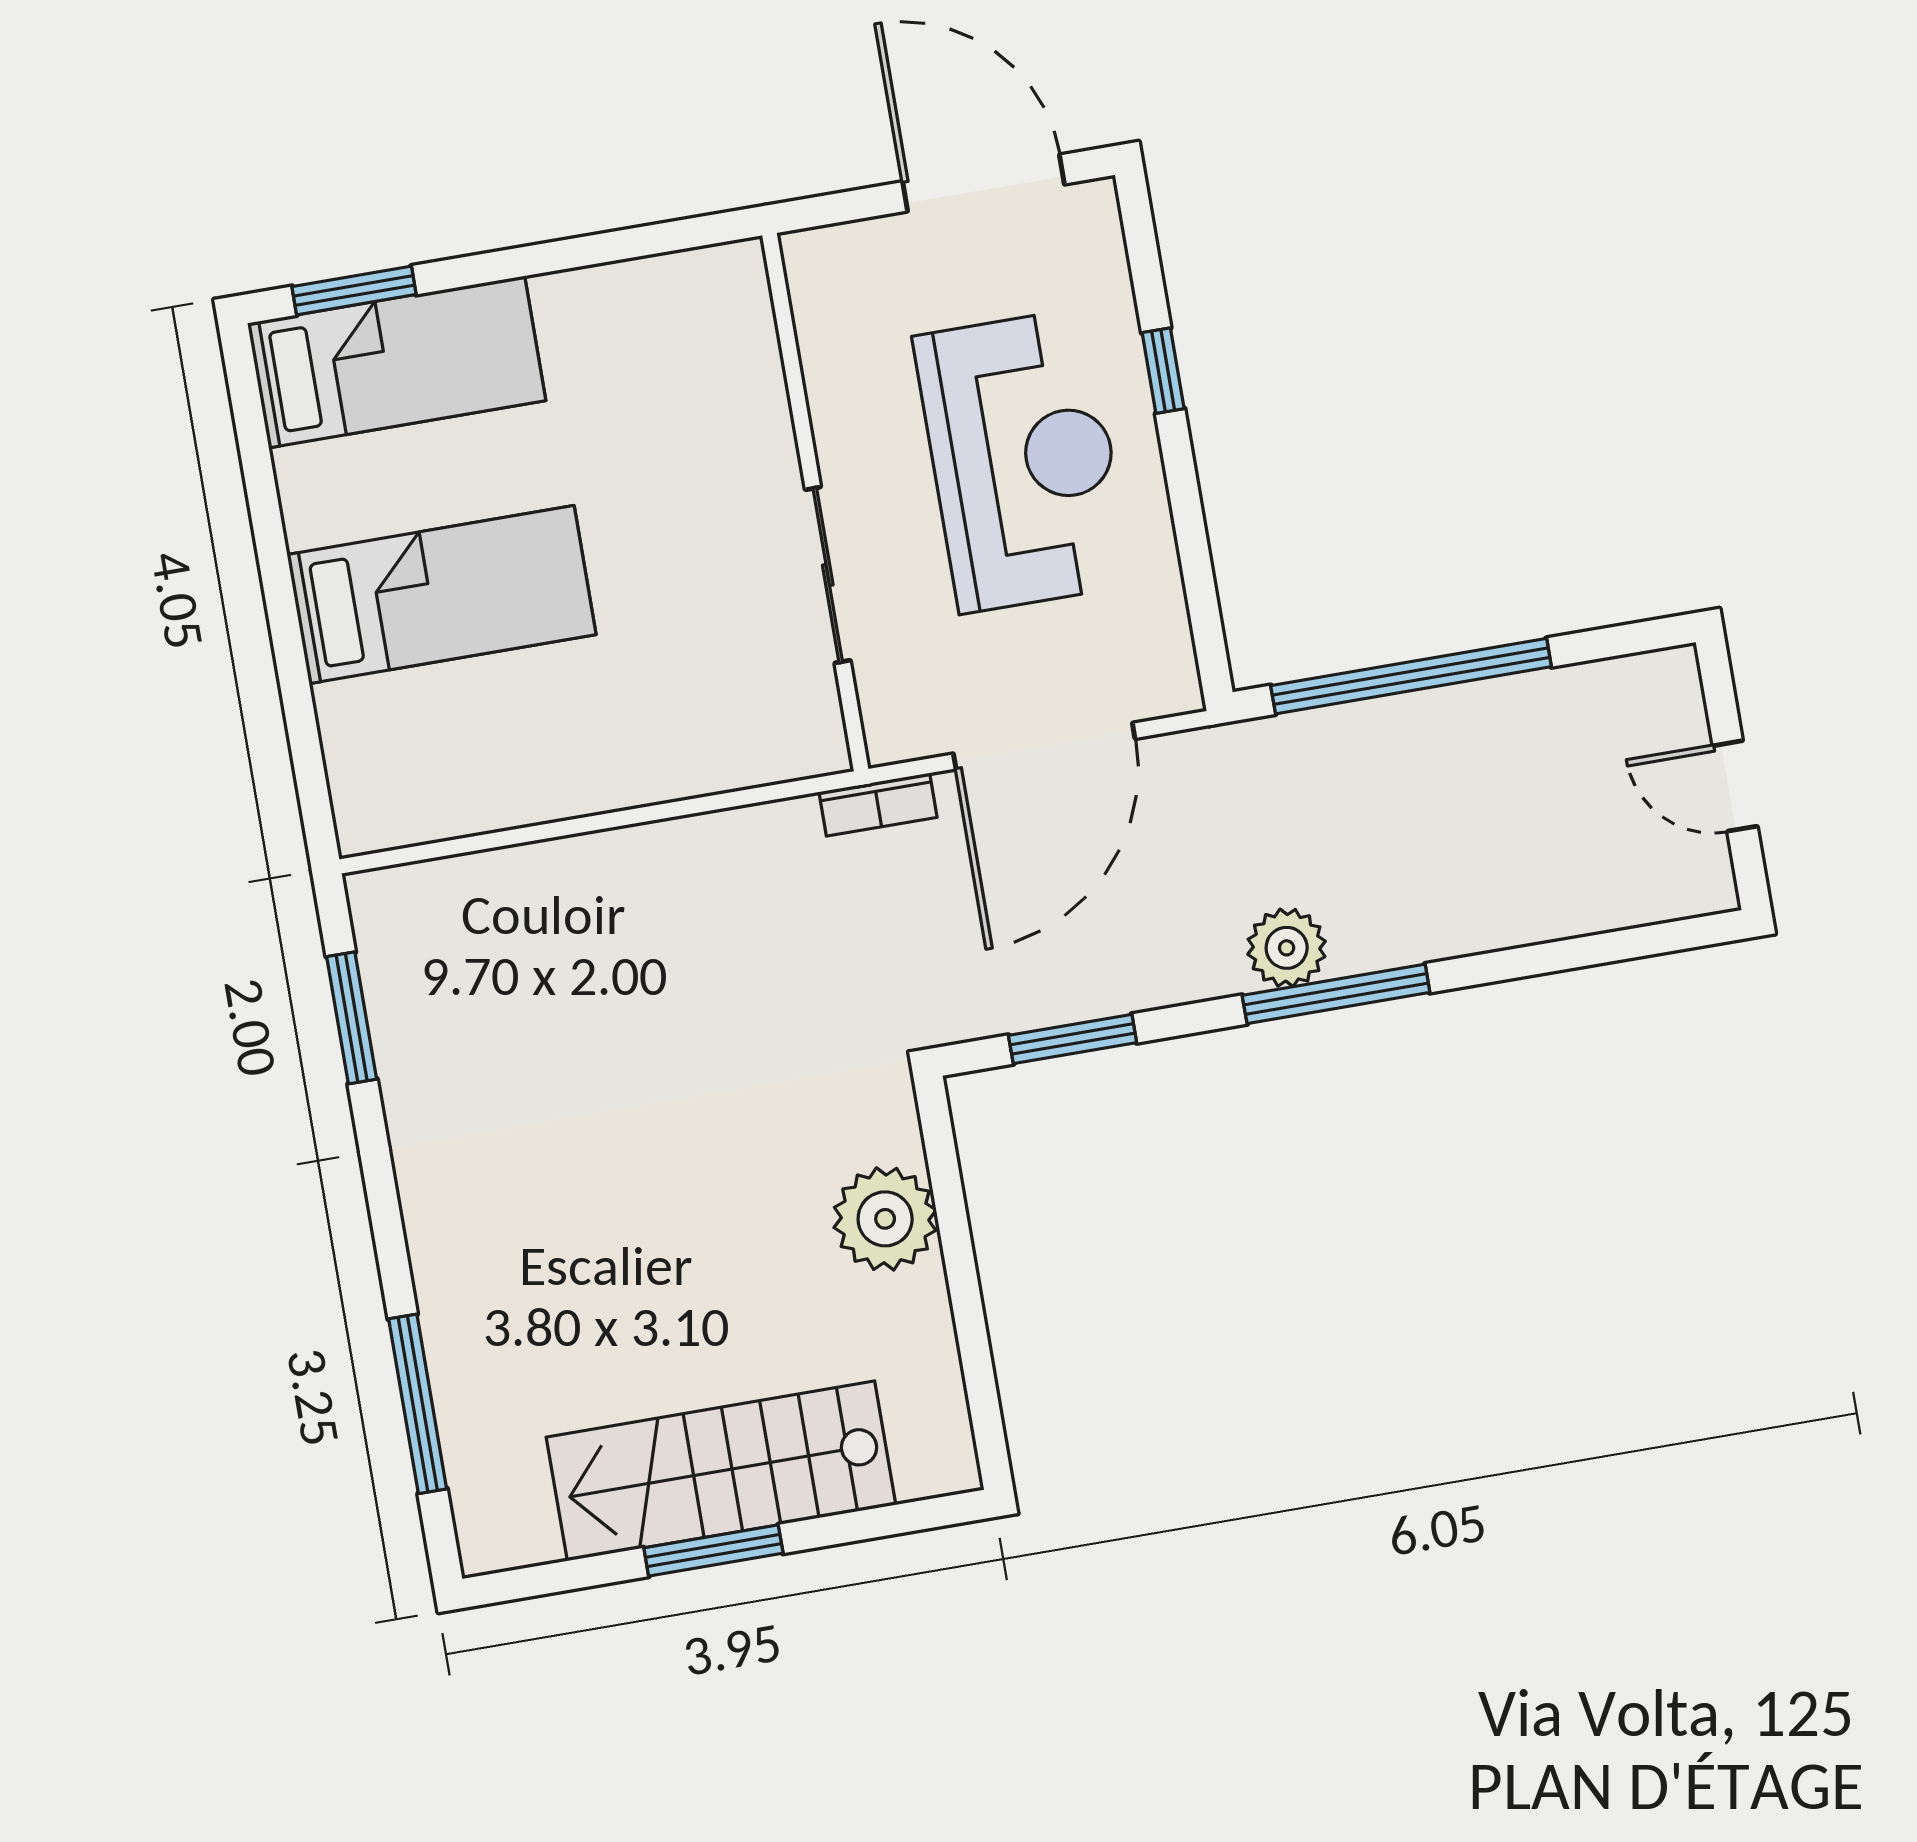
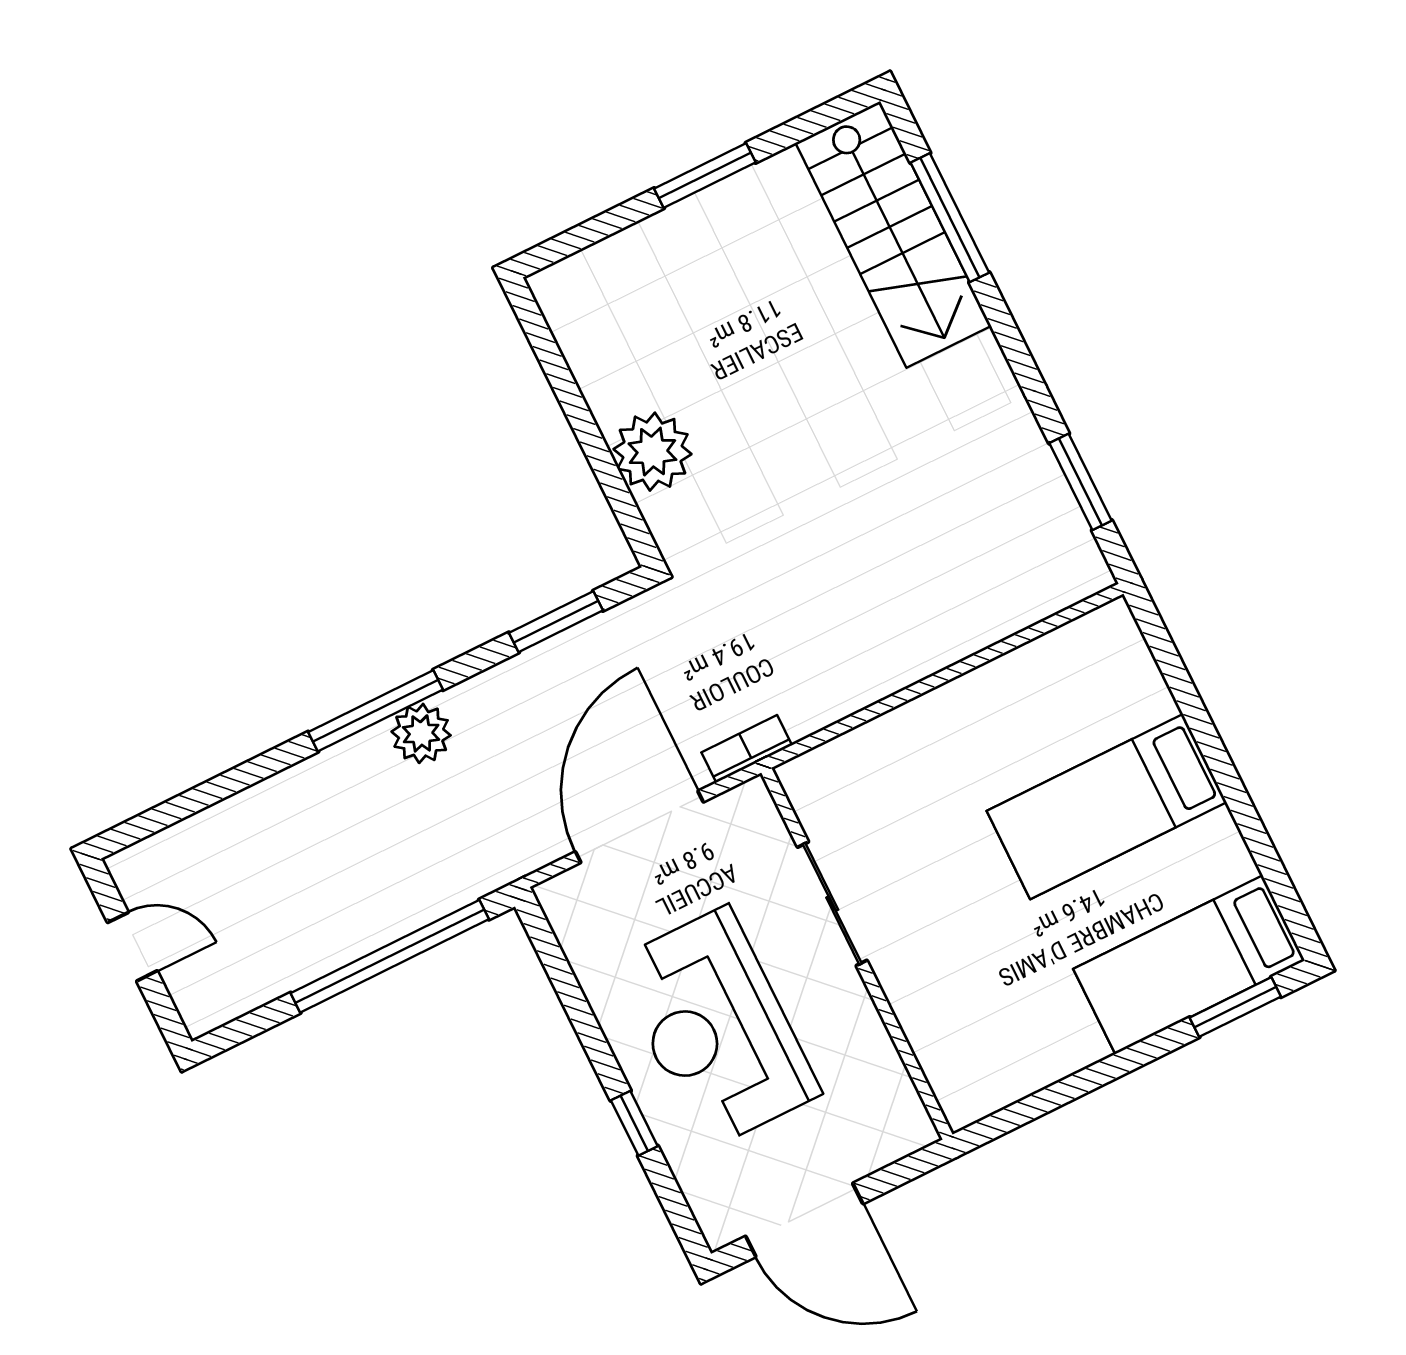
stairs: (721, 1471) -> (893, 234), moved, turned 90

